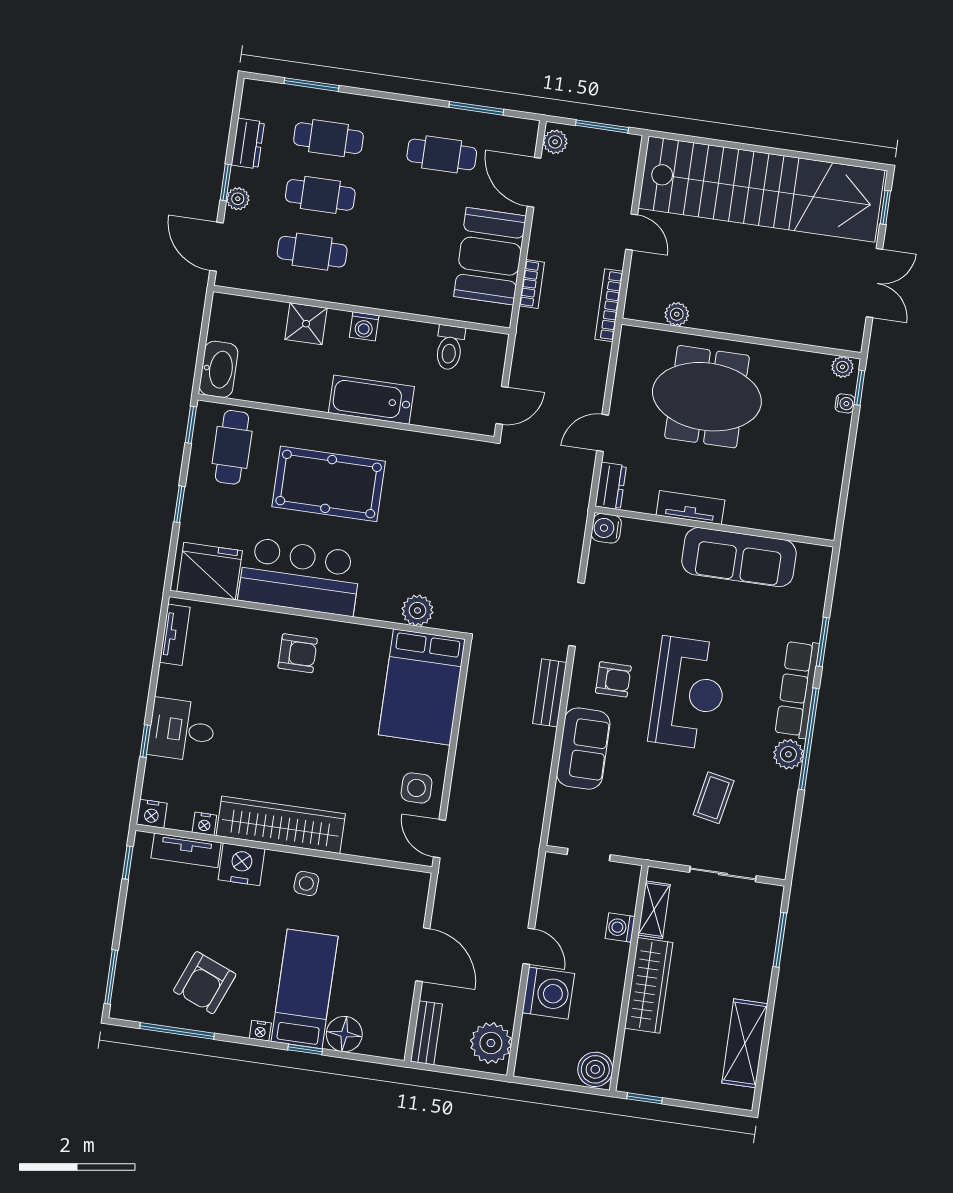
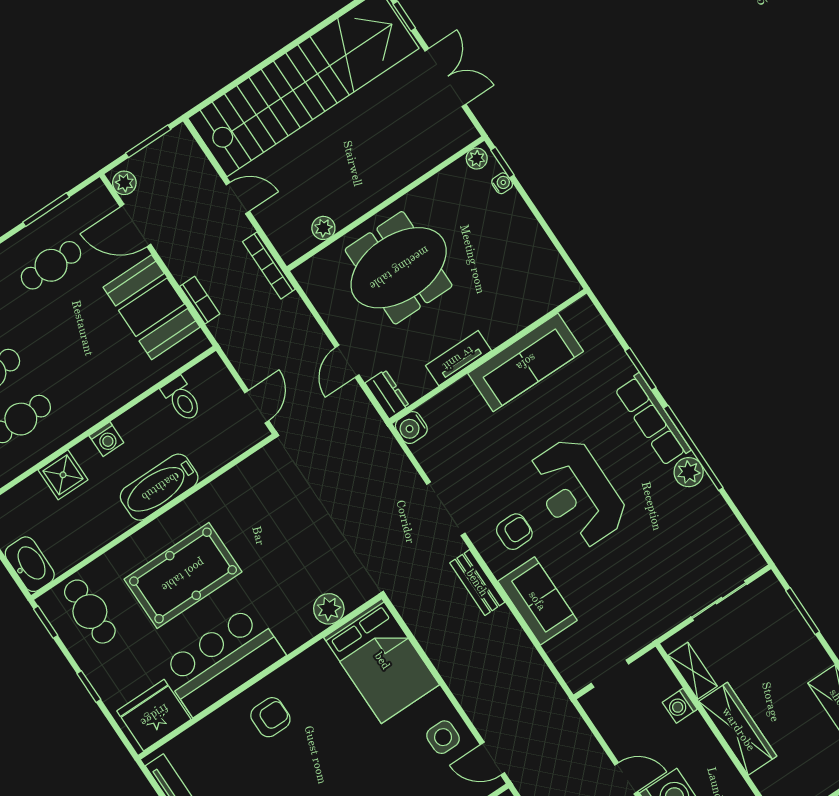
reception desk: (688, 693) -> (577, 493), turned 180
coffee table: (714, 798) -> (663, 552), removed

